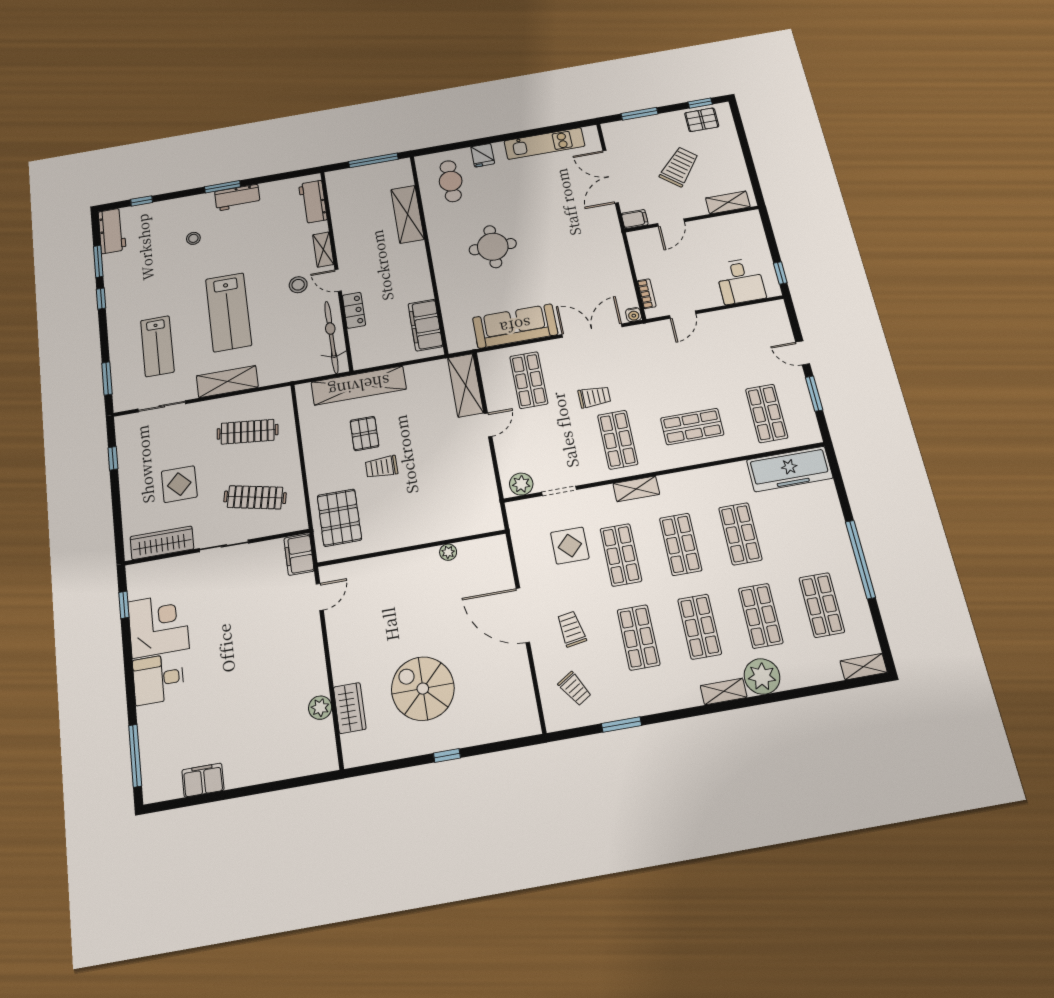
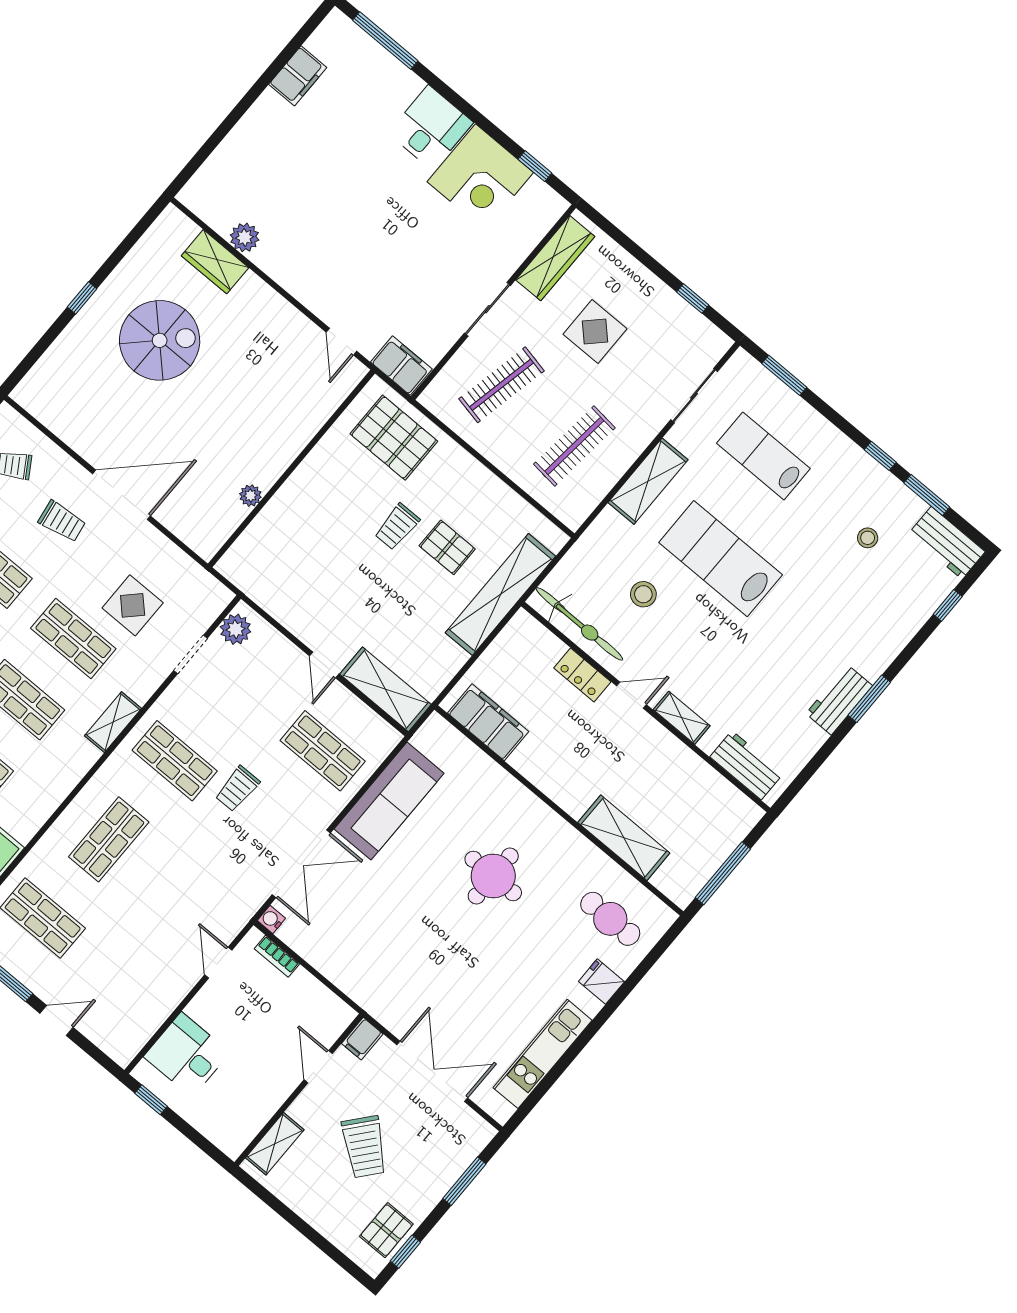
stool: (193, 238) -> (868, 538), moved
stool: (298, 285) -> (643, 594), moved
trolley: (381, 467) -> (397, 527), turned 180

